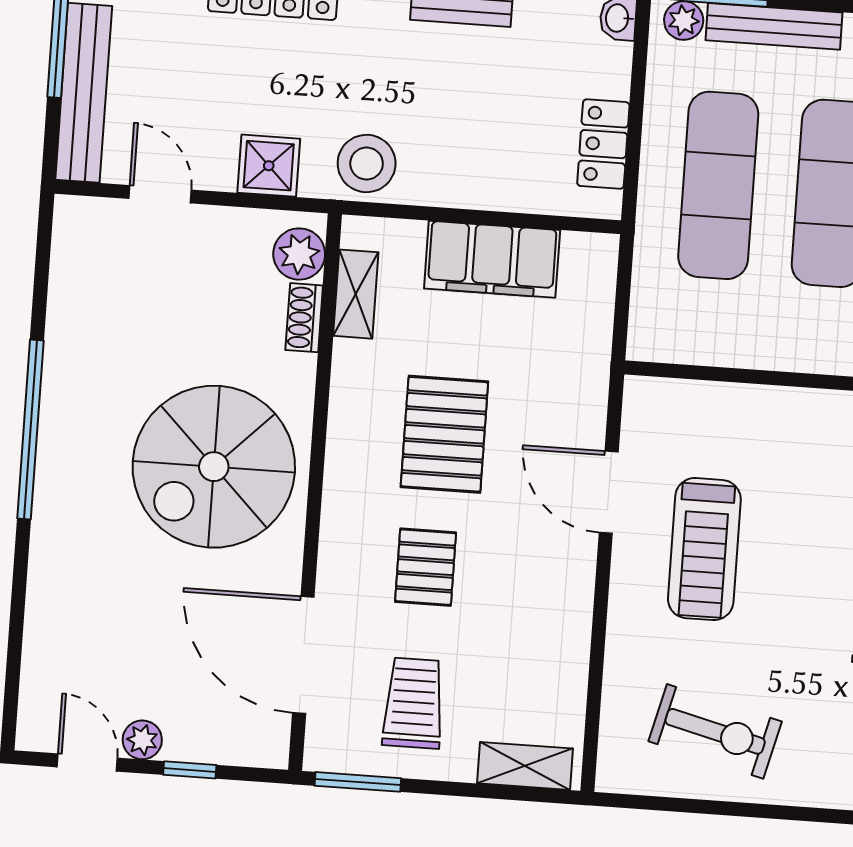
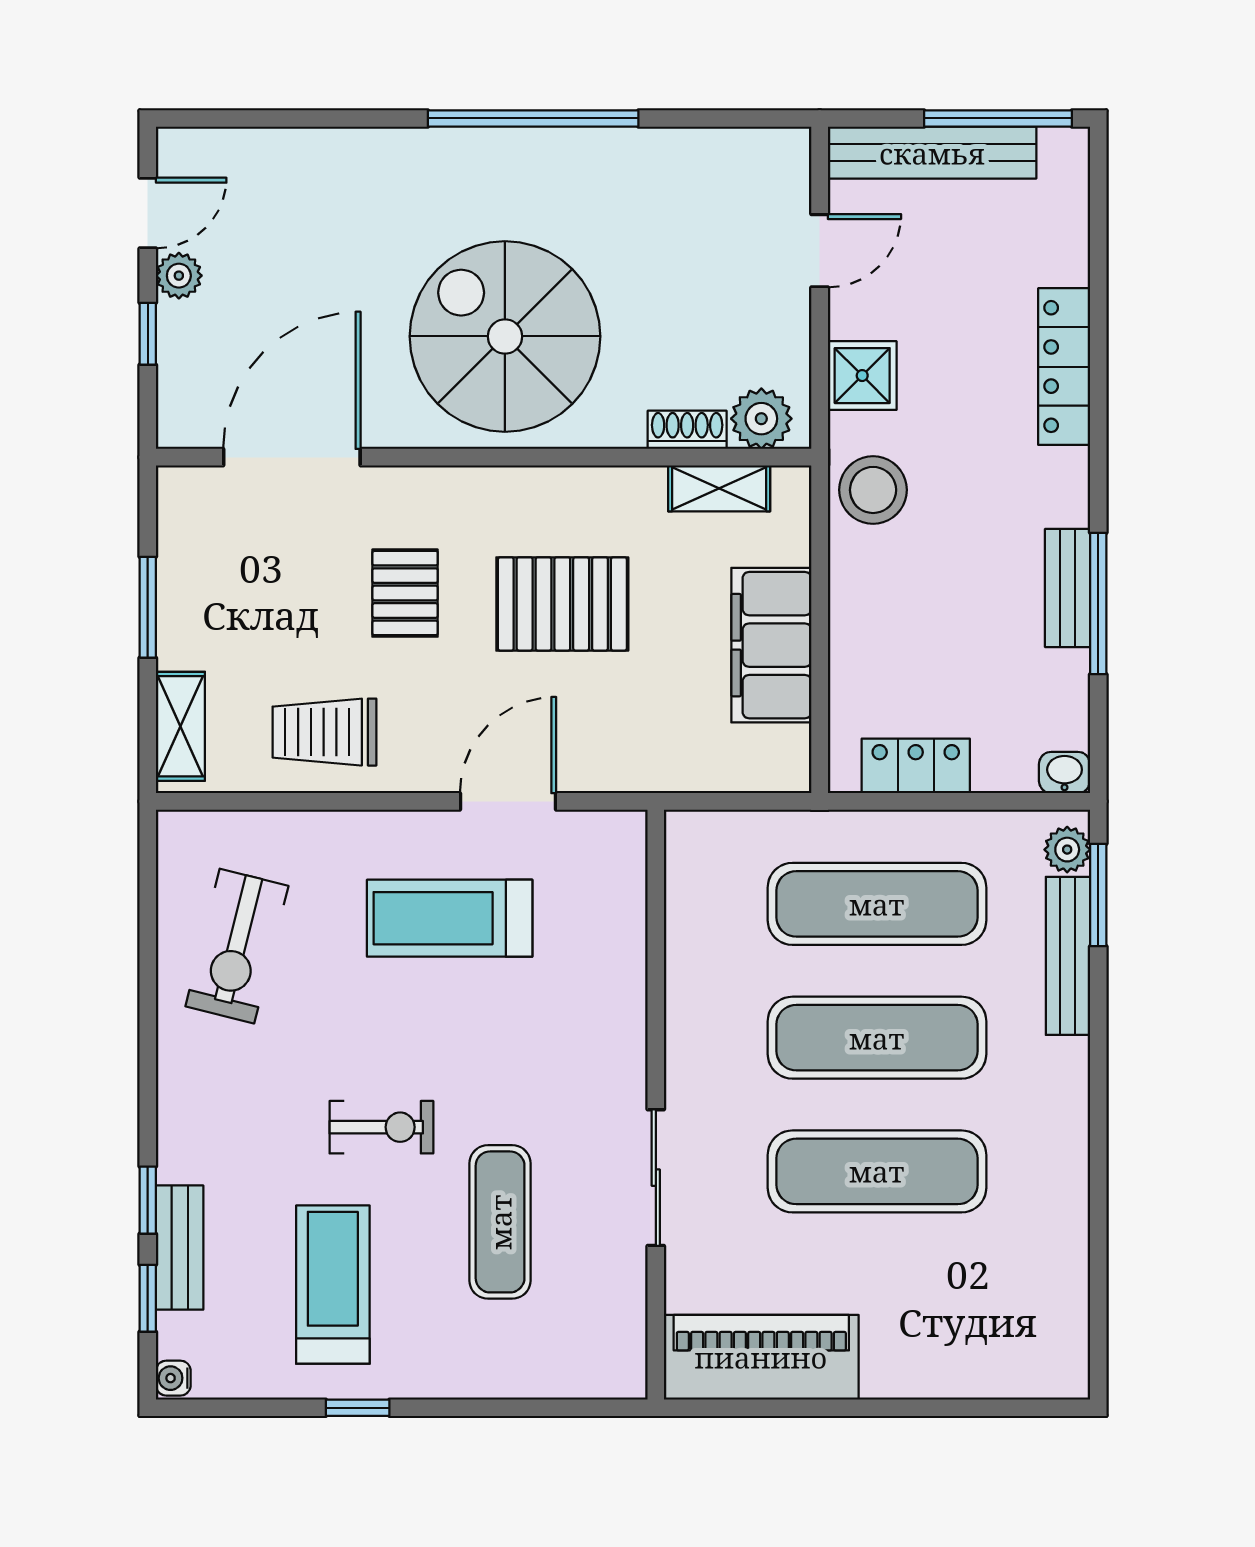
pallet: (426, 567) -> (405, 593), turned 90
trolley: (413, 703) -> (324, 732), moved, turned 180
window: (358, 782) -> (148, 607), moved

